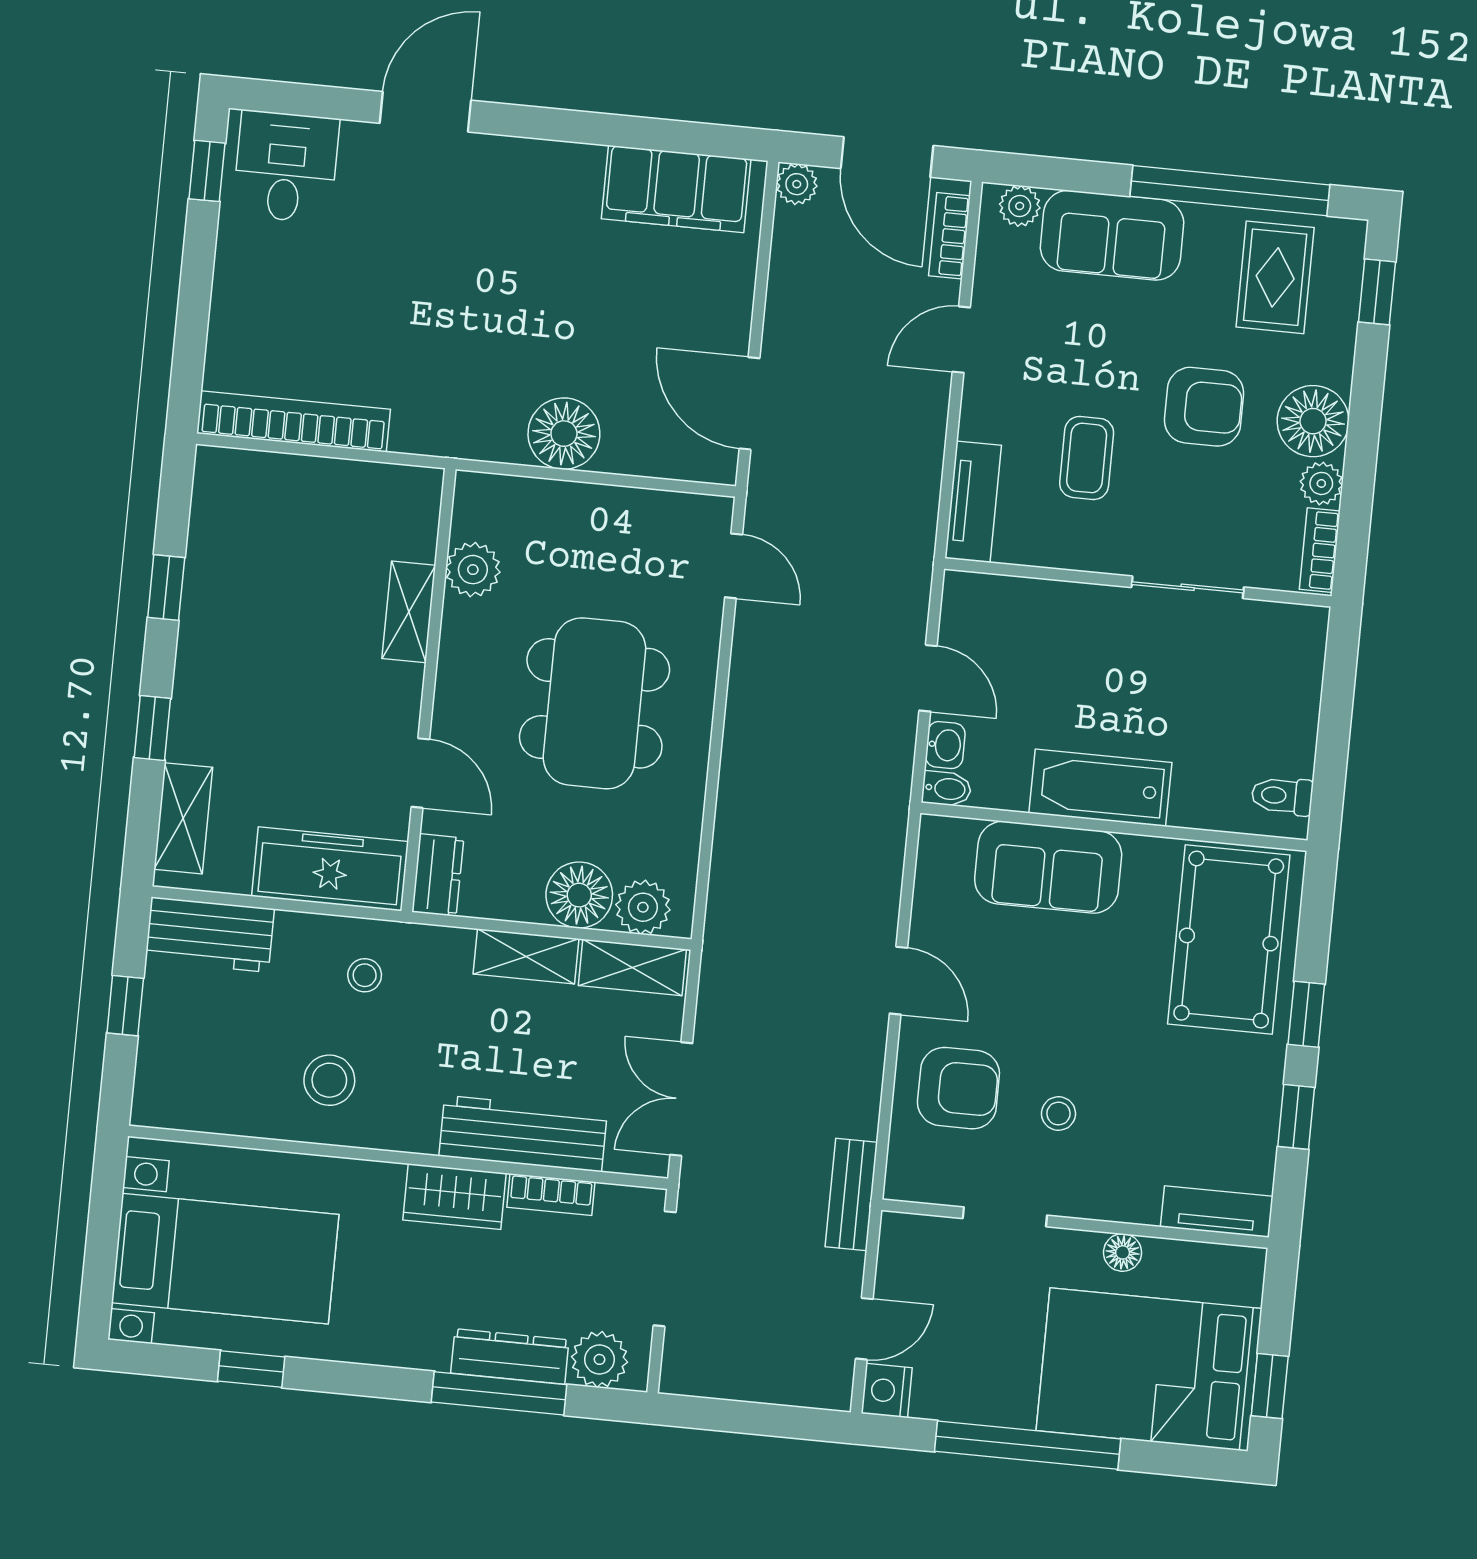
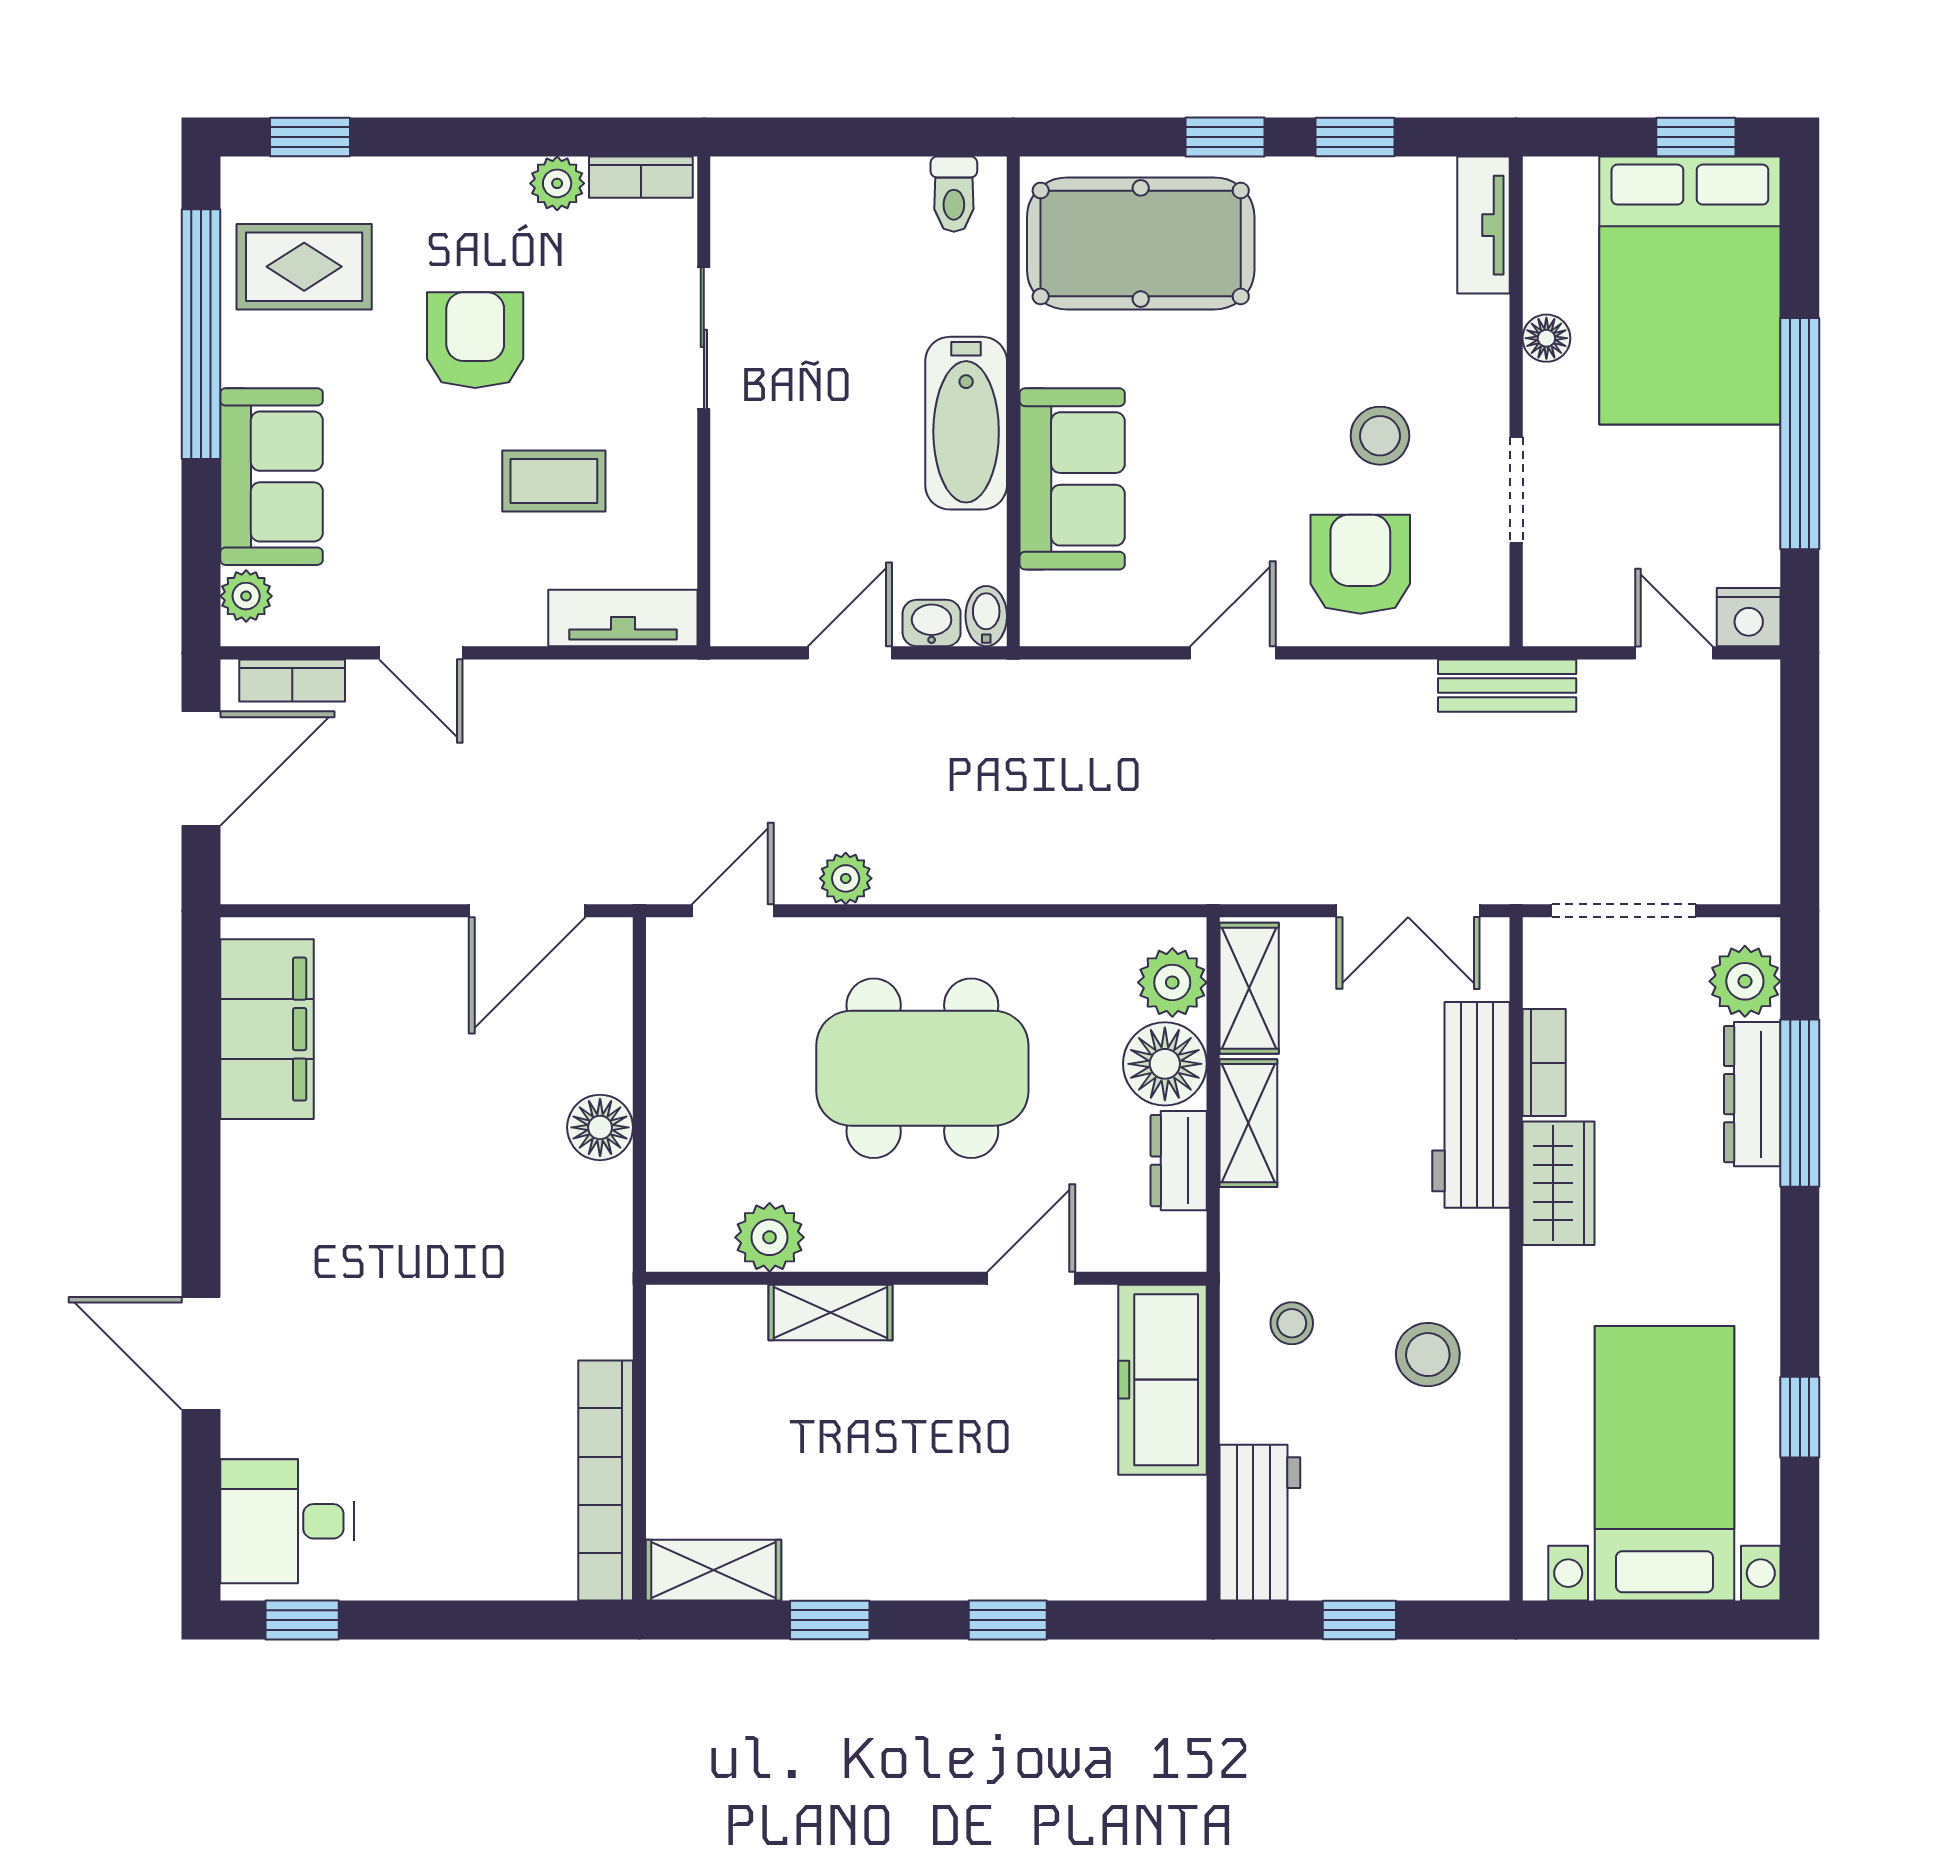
plant: (797, 184) -> (846, 878), moved
floor lamp: (1313, 421) -> (480, 201), removed
floor lamp: (564, 434) -> (600, 1127), width x0.73, depth x0.73
shelving: (183, 818) -> (714, 1570), moved
dresser: (438, 875) -> (1179, 1161), moved, turned -90
stool: (1058, 1114) -> (1380, 436), width x1.37, depth x1.37

